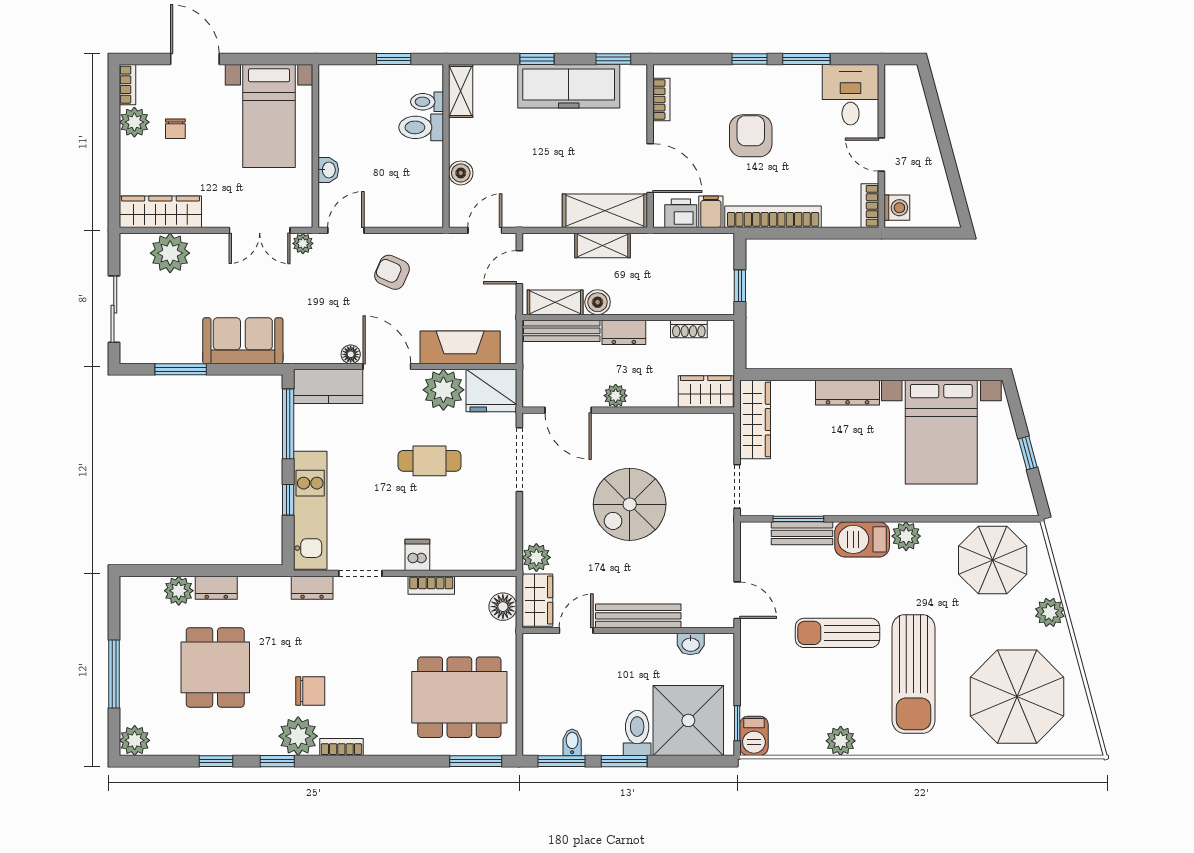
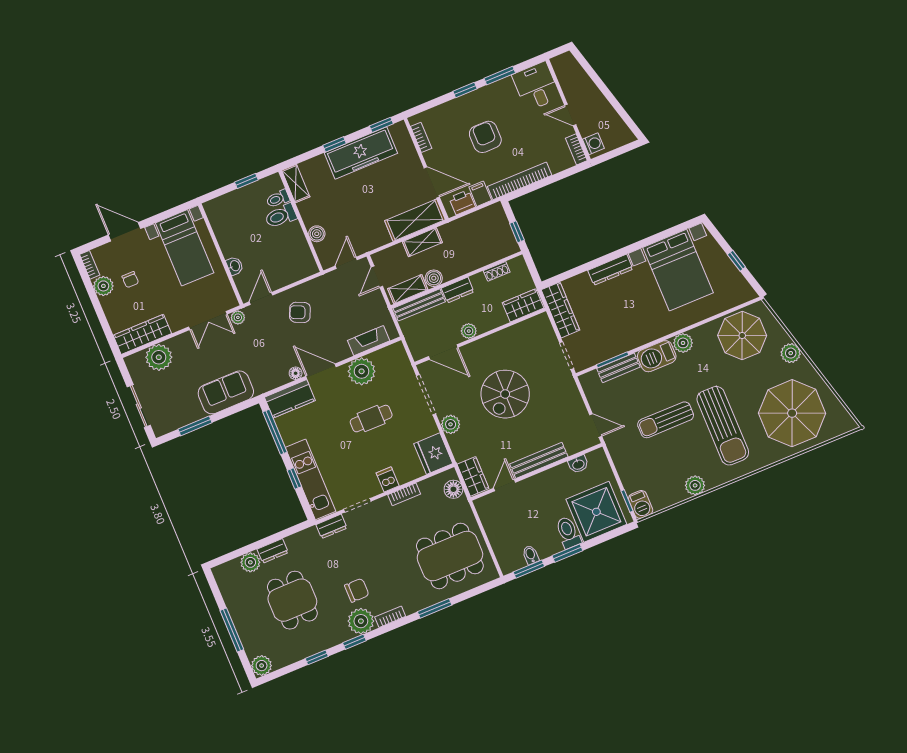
fireplace: (460, 347) -> (369, 341), width x0.73, depth x0.76
fridge: (491, 391) -> (433, 454), moved, turned 90
plant: (536, 557) -> (451, 424), moved
window: (476, 761) -> (435, 608), moved

